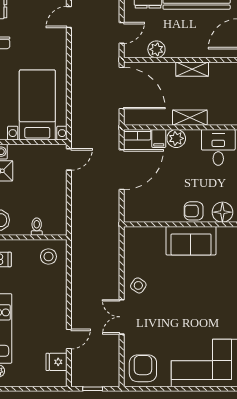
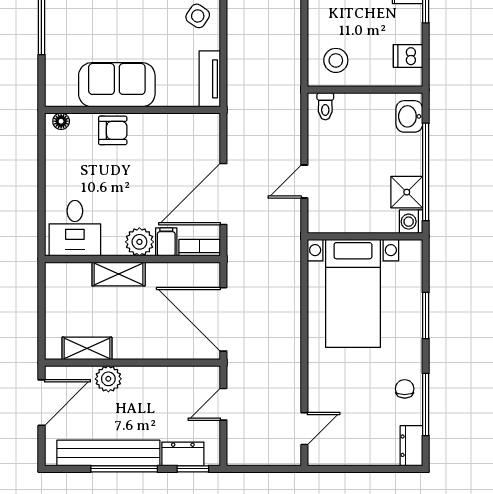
plant: (156, 49) -> (108, 379), moved
shelving: (192, 69) -> (87, 348), moved
door: (69, 159) -> (304, 182), moved
floor lamp: (222, 212) -> (61, 121), width x0.53, depth x0.53
toilet: (37, 227) -> (325, 106), moved
tv unit: (131, 244) -> (210, 79), added

